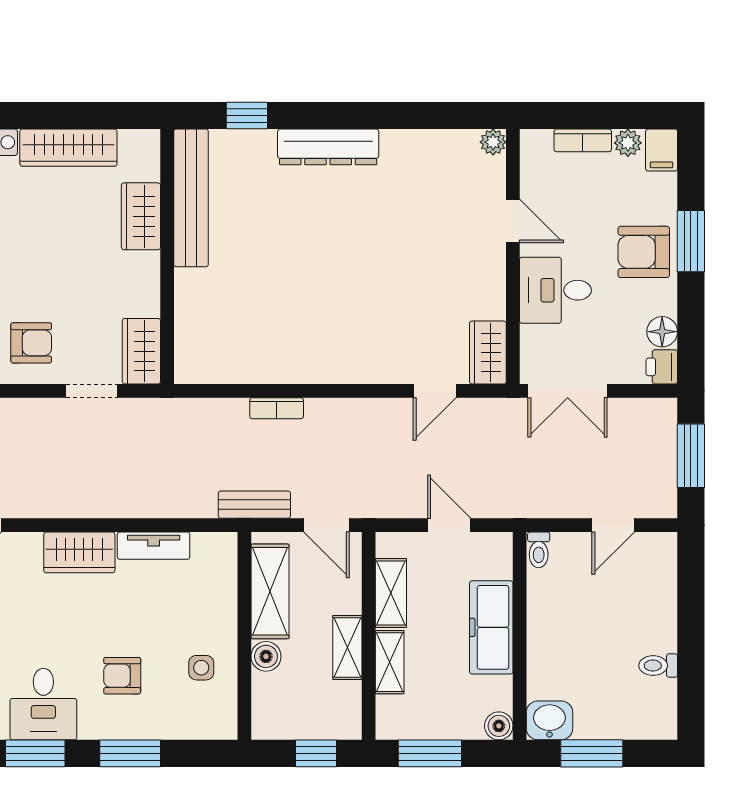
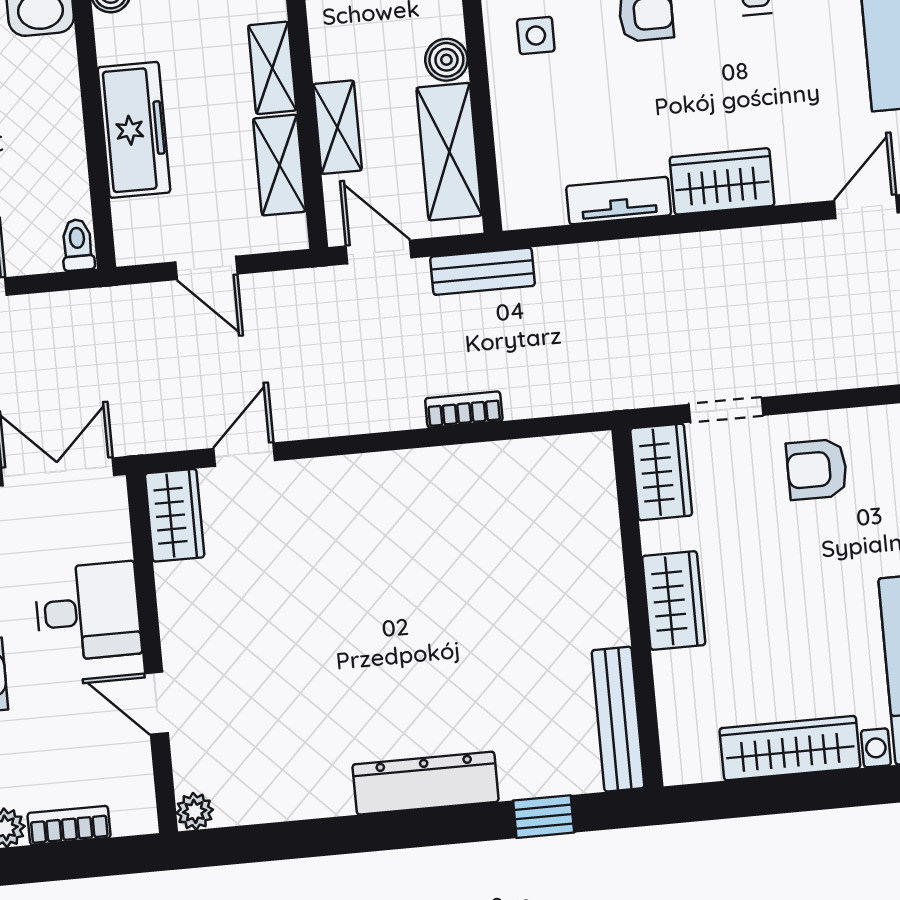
bench: (191, 198) -> (618, 719), width x0.73, depth x0.82
wardrobe: (141, 216) -> (674, 601), moved
shelving: (347, 647) -> (337, 127), moved

